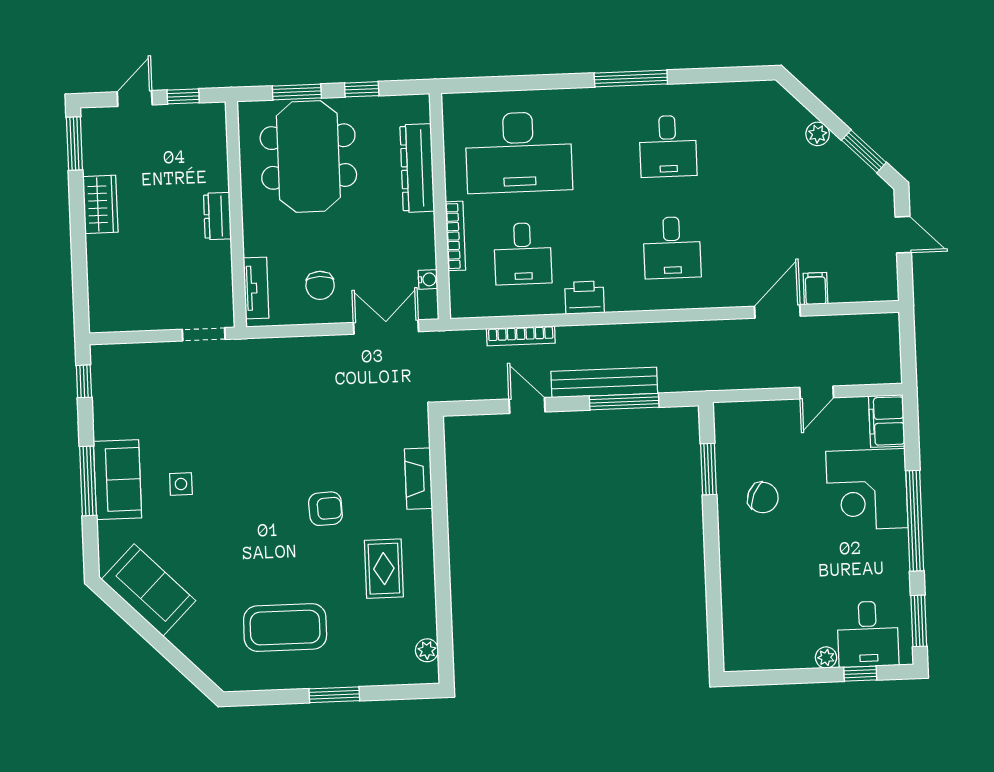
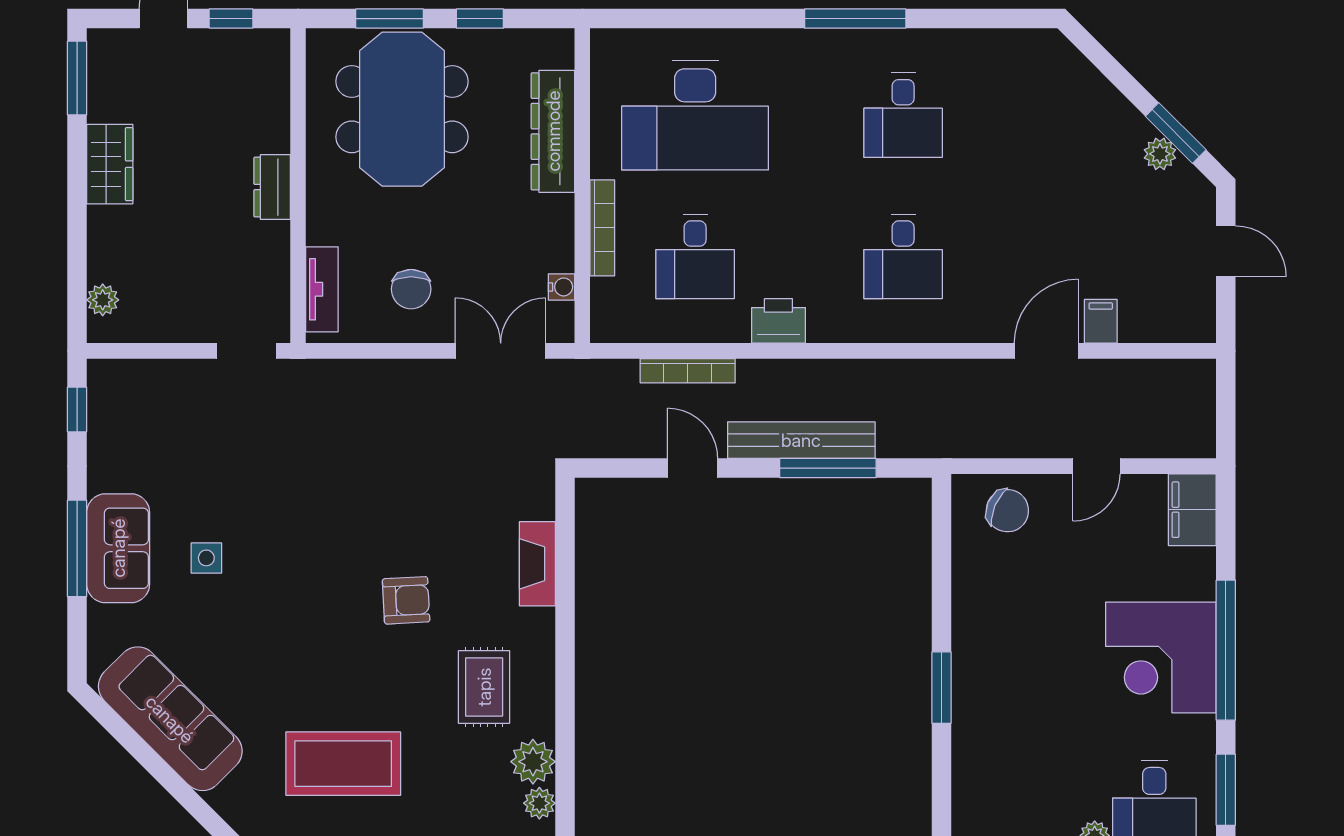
plant: (818, 134) -> (1160, 154), moved
plant: (99, 302) -> (103, 300), added
window: (708, 469) -> (942, 688), moved
corner desk: (867, 490) -> (1161, 657), moved
chair: (763, 498) -> (1007, 511), moved
sofa: (149, 590) -> (170, 719), width x1.36
plant: (421, 621) -> (533, 762), added

